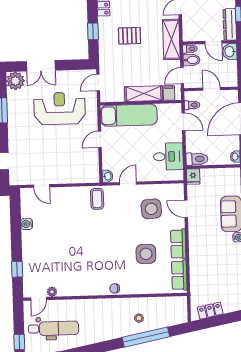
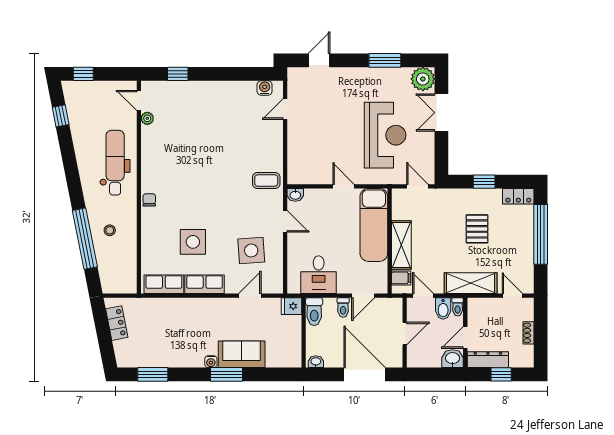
toilet: (192, 105) -> (343, 308), moved
water cooler: (27, 224) -> (265, 88), moved
dental chair: (53, 328) -> (115, 163), moved, turned 180

